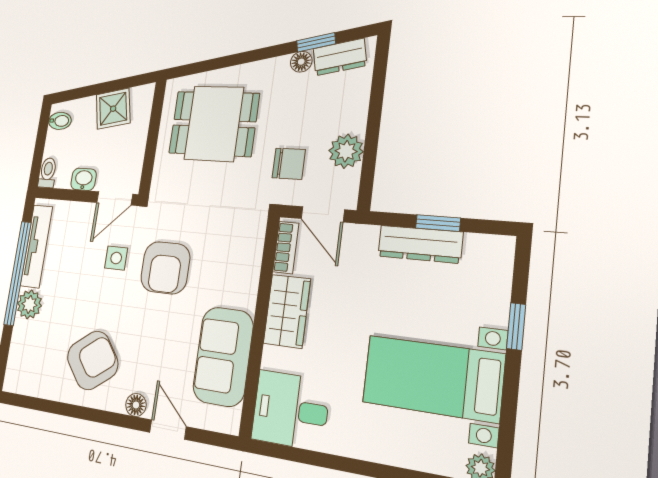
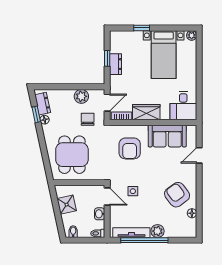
dresser: (420, 244) -> (116, 64), width x0.70
armchair: (165, 268) -> (130, 148), moved, turned 90
floor lamp: (136, 405) -> (192, 213), moved

